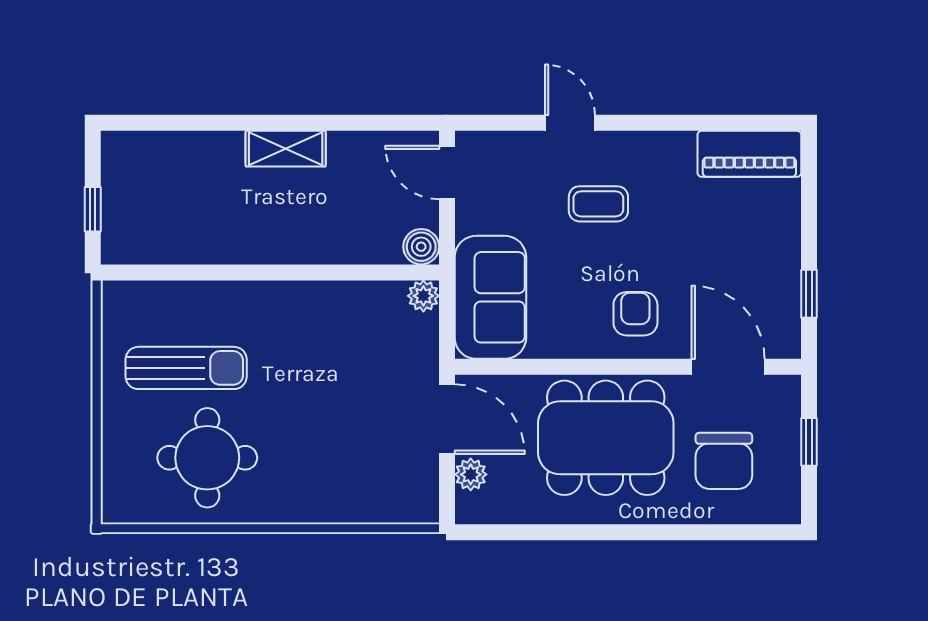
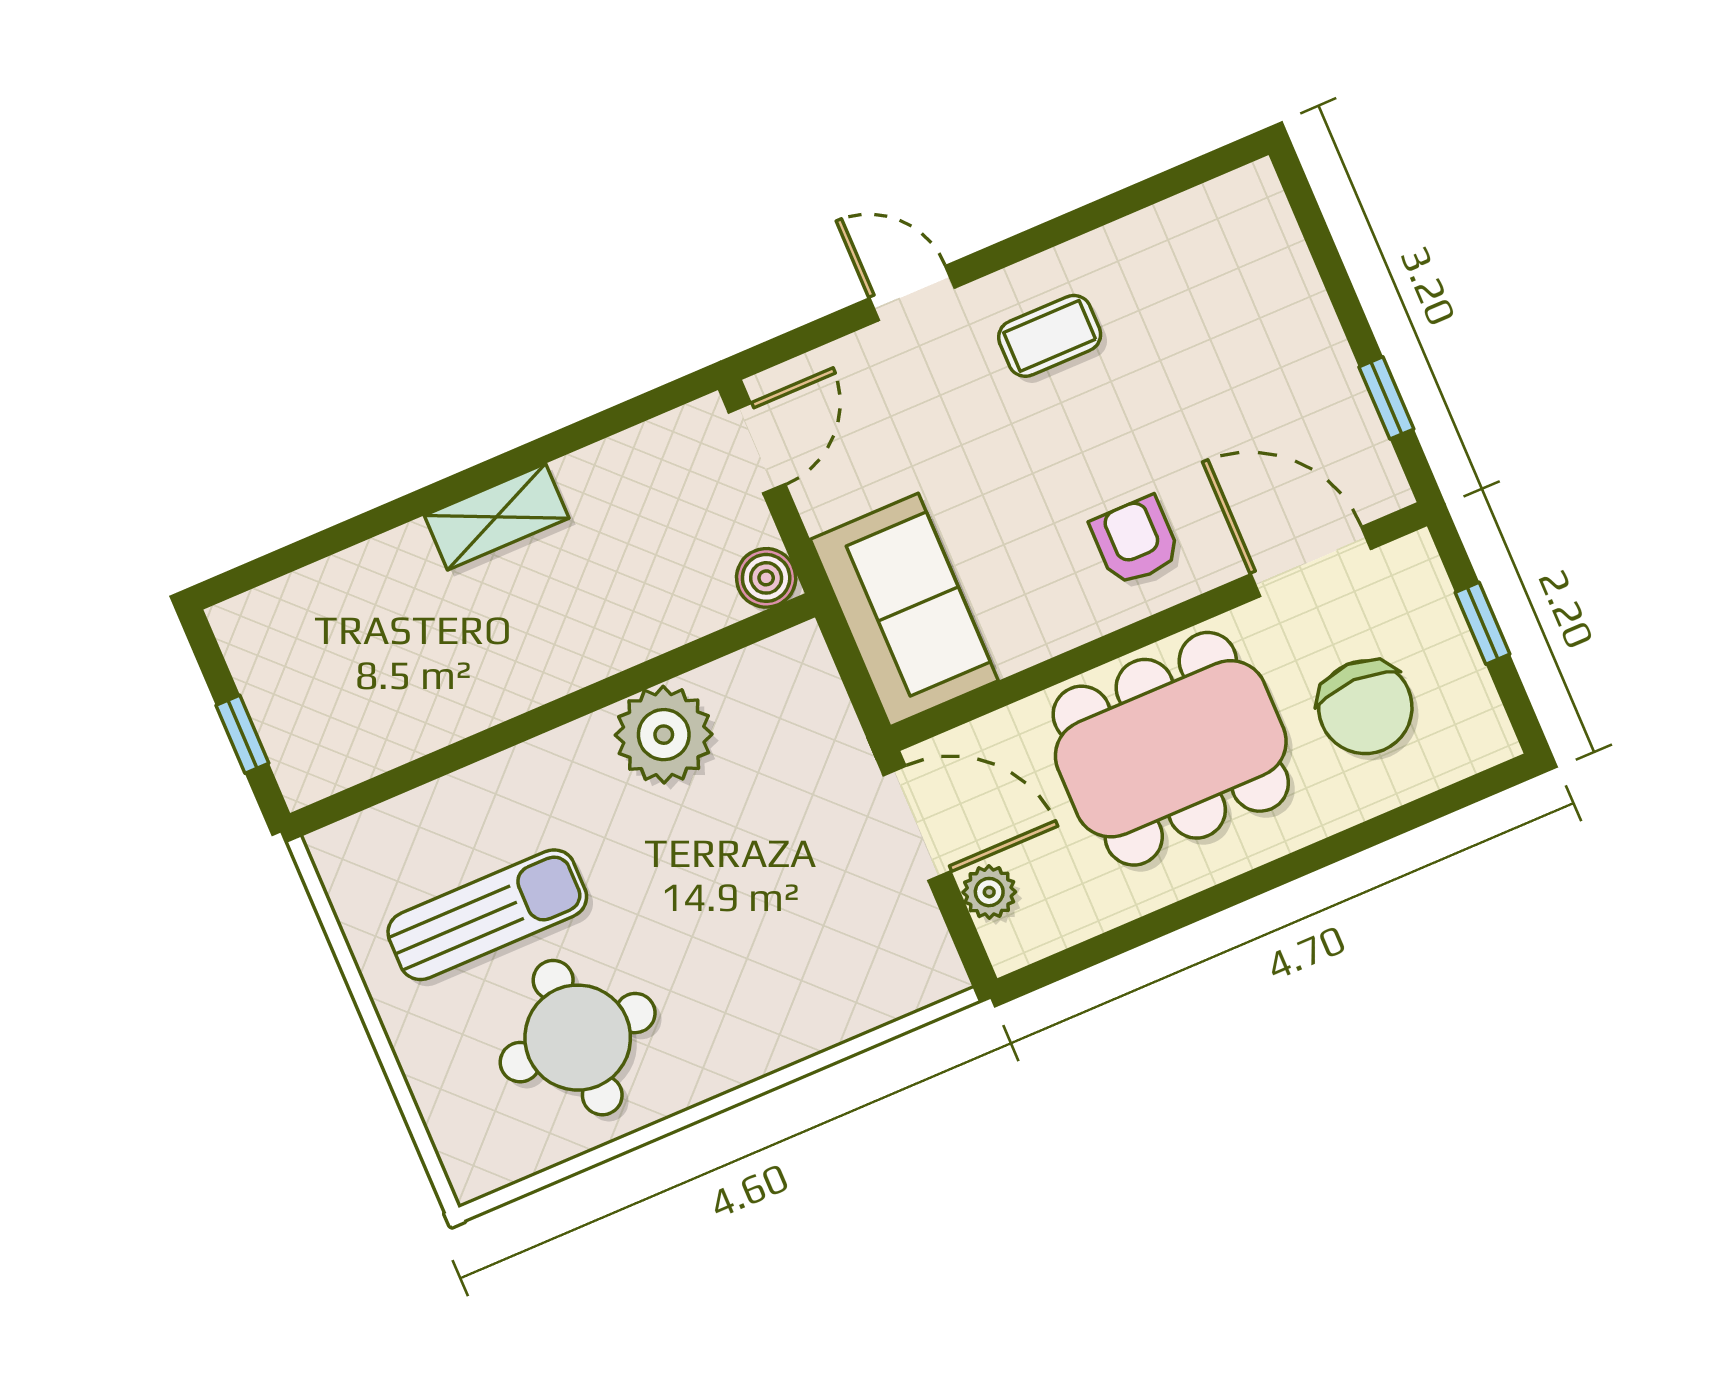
piano: (749, 154) -> (1205, 224), removed
door: (447, 172) -> (757, 448), swing flipped
coffee table: (598, 204) -> (1050, 336), moved
plant: (423, 296) -> (664, 735), moved, width x1.88, depth x1.88

